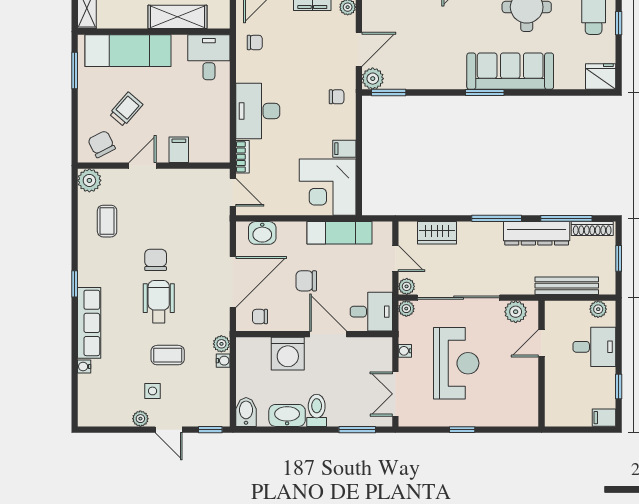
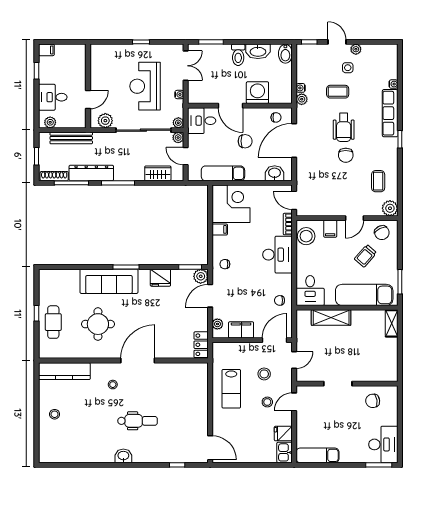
fridge: (601, 77) -> (160, 278), moved
stool: (215, 139) -> (306, 236), added

